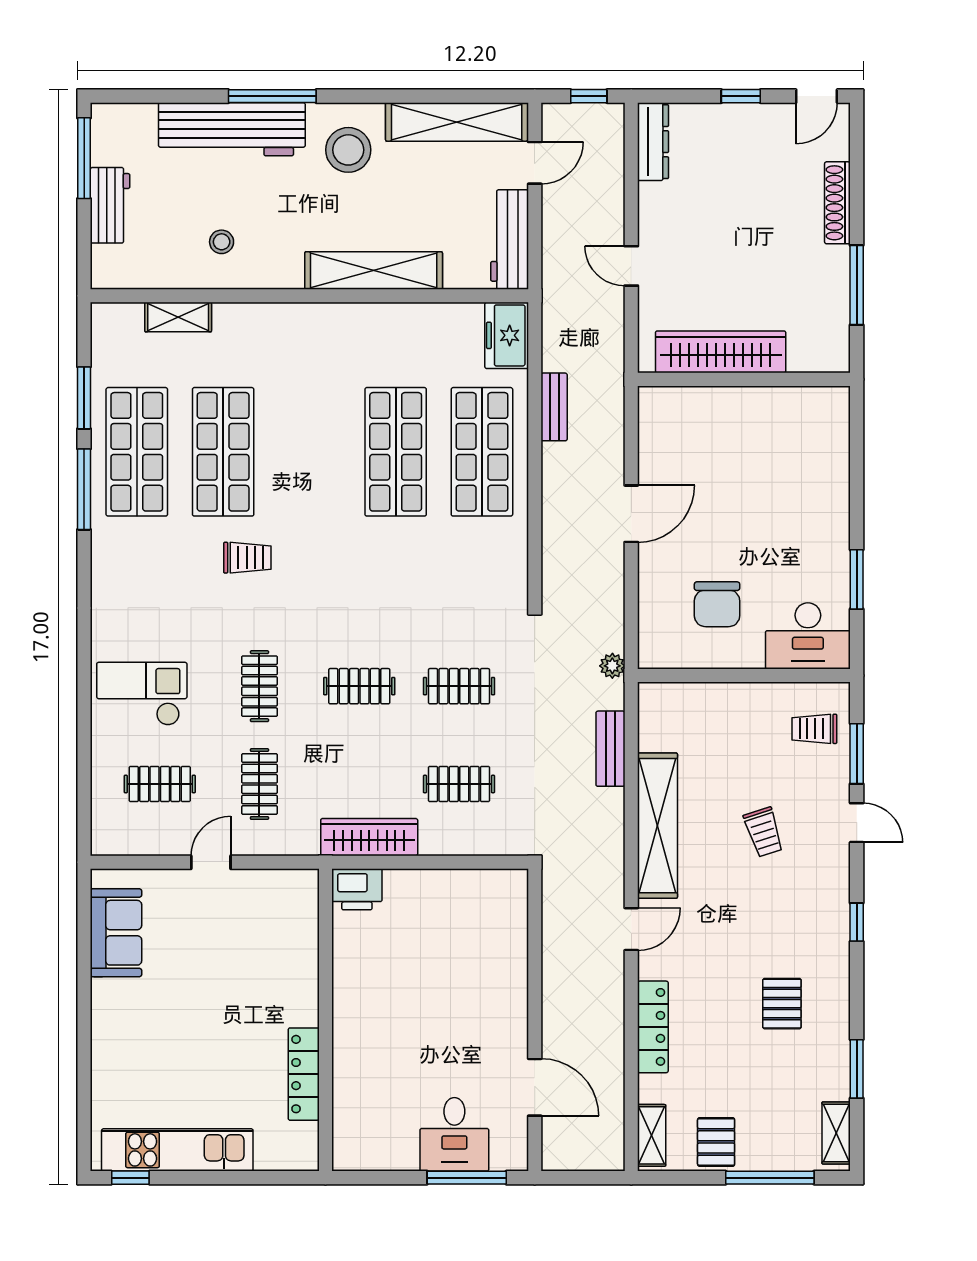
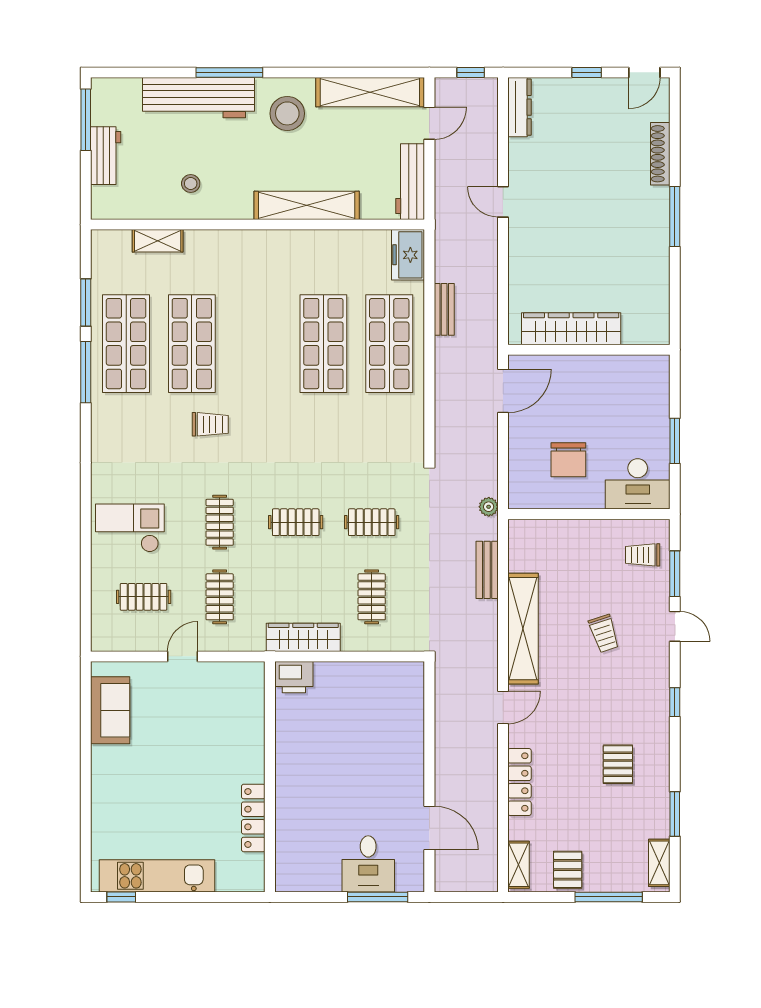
wardrobe: (721, 352) -> (571, 329), moved
wall: (744, 379) -> (589, 350), moved
clothes rail: (459, 784) -> (372, 597), turned 90

